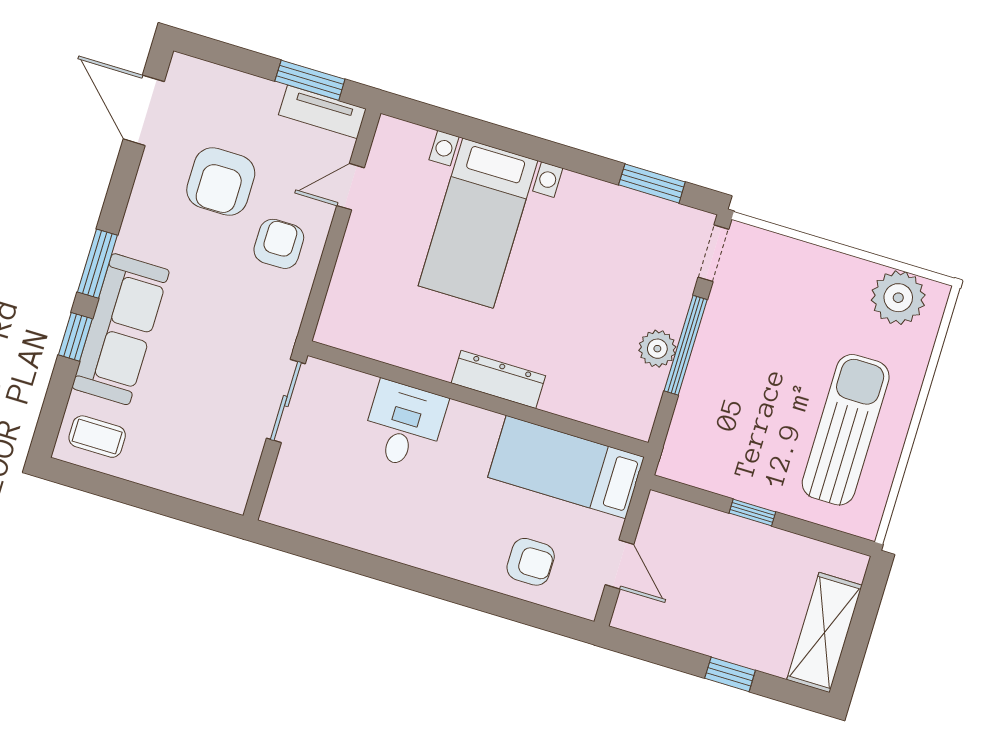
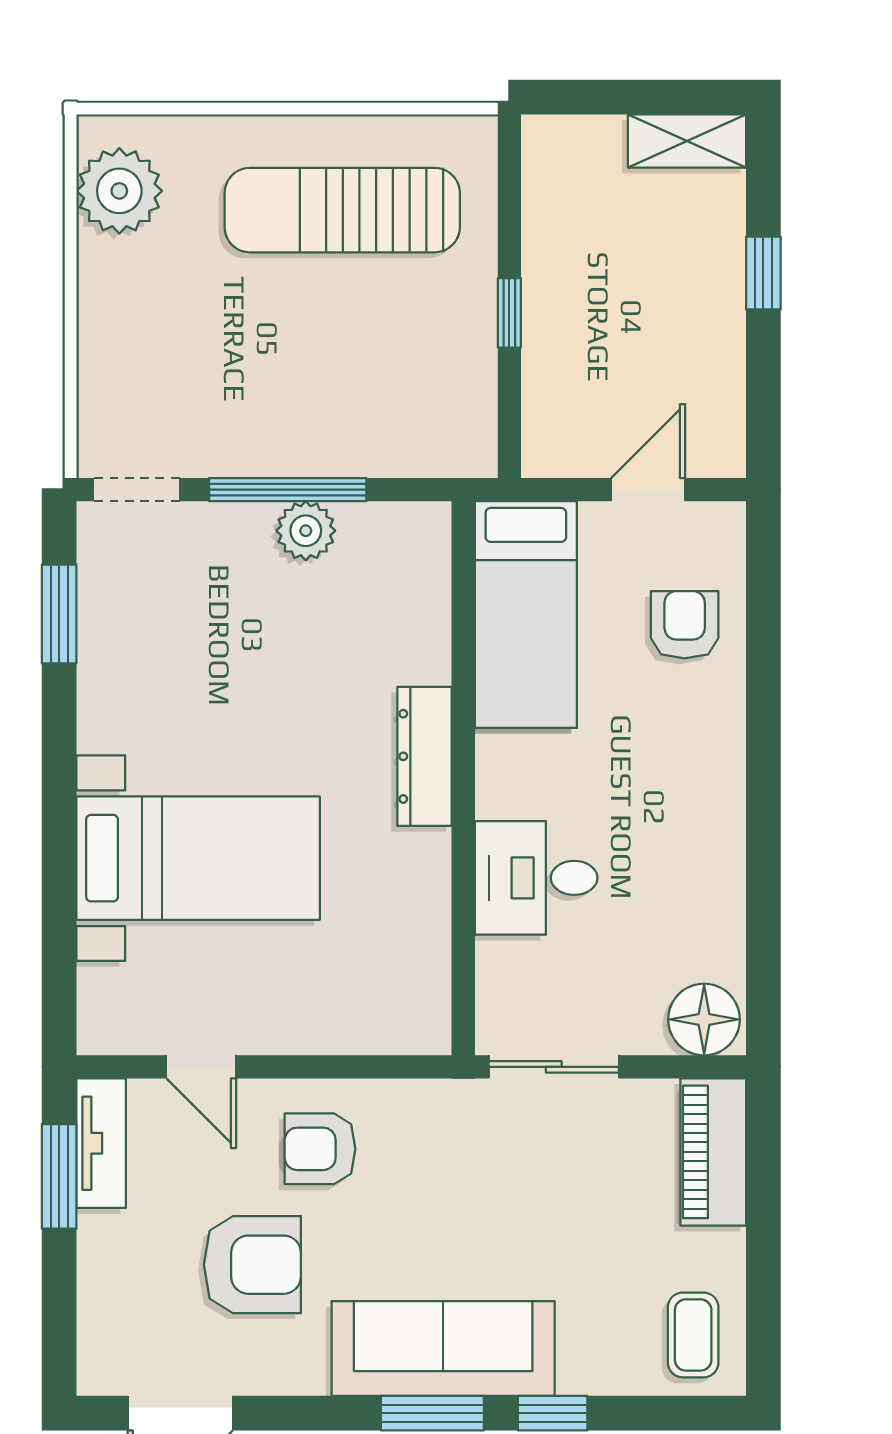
sofa: (121, 329) -> (443, 1348), moved
piano: (205, 482) -> (713, 1152), added
floor lamp: (287, 501) -> (704, 1019), added
shelving: (824, 632) -> (687, 141), width x0.67, depth x0.75

